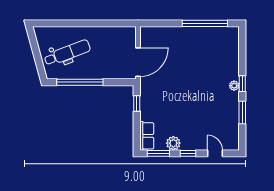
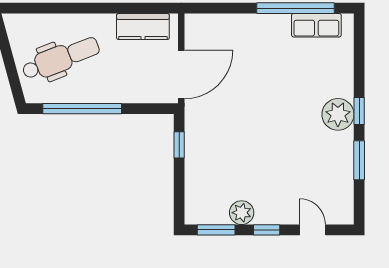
kitchen counter: (115, 34) -> (143, 27), added
plant: (234, 86) -> (338, 114), width x1.88, depth x1.88
row of seats: (147, 136) -> (316, 25), moved, turned 90

